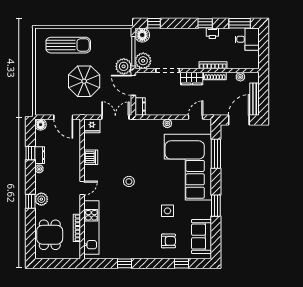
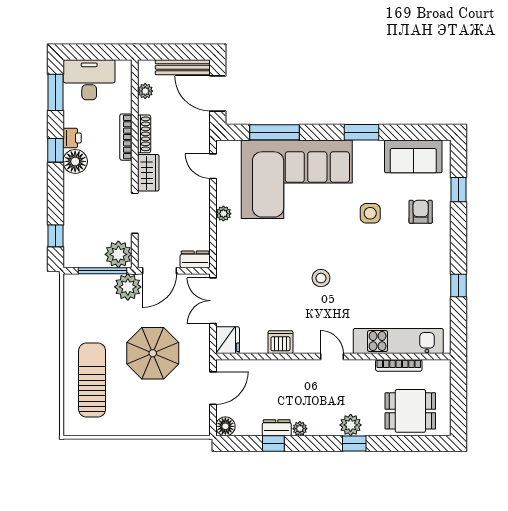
floor lamp: (142, 35) -> (75, 161), moved
desk: (247, 39) -> (89, 80), width x1.37

